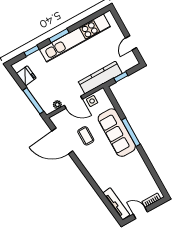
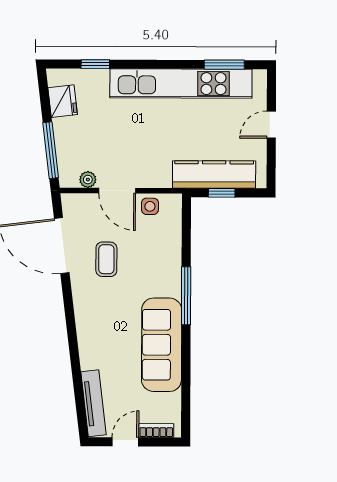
window: (59, 36) -> (224, 65), moved
door: (131, 43) -> (271, 125), moved
kitchen counter: (100, 78) -> (214, 174), moved
sofa: (117, 133) -> (162, 345), moved
door: (140, 213) -> (125, 442), hinge flipped

